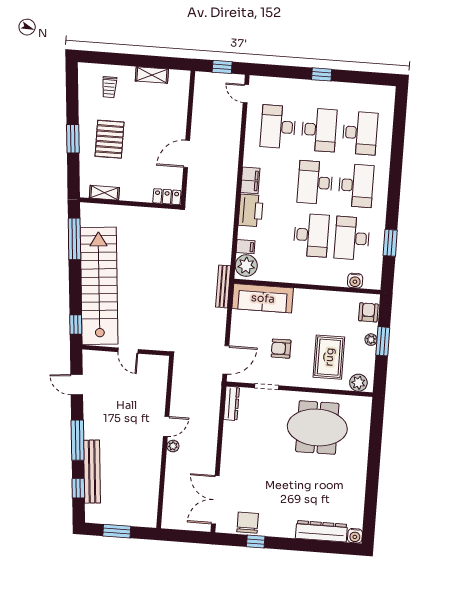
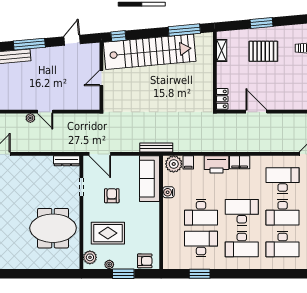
water cooler: (355, 281) -> (168, 192), moved
plant: (371, 340) -> (109, 264), moved
meeting table: (317, 427) -> (53, 228), turned 90

